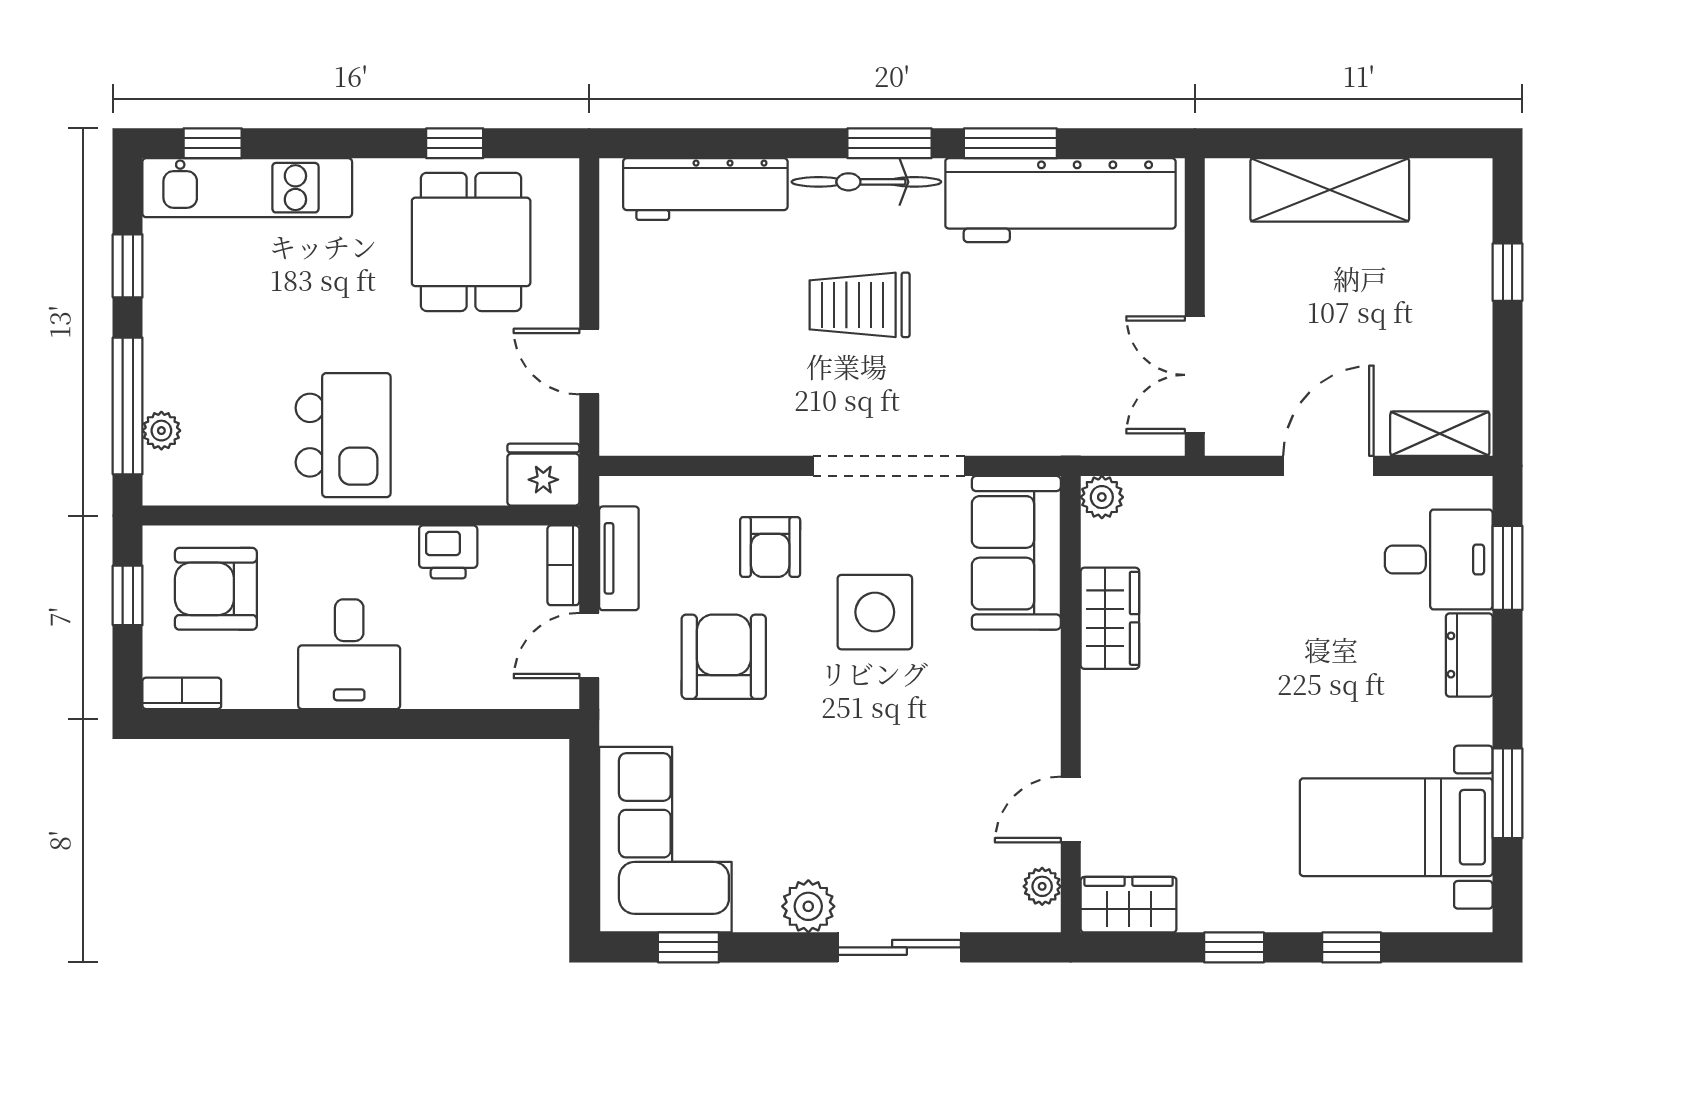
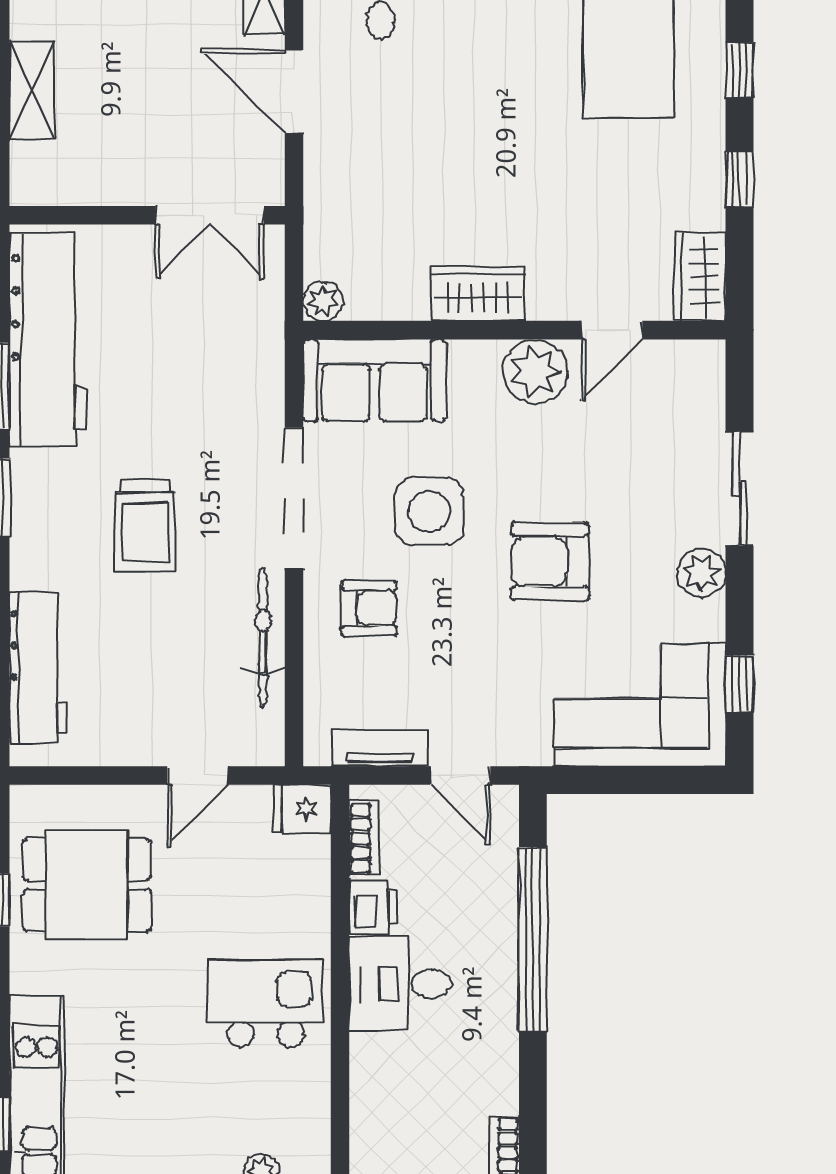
bicycle: (866, 182) -> (263, 637), moved, turned 180
shelving: (1330, 190) -> (31, 90), width x0.67, depth x0.75
fridge: (543, 475) -> (302, 809), width x0.72
bookcase: (563, 565) -> (364, 839), moved, turned -90
armchair: (216, 589) -> (408, 1121), removed
wardrobe: (1110, 618) -> (478, 294), moved
desk: (349, 654) -> (400, 984), moved, turned 180
armchair: (724, 657) -> (550, 562), moved
window: (412, 724) -> (533, 939), added
door: (1071, 809) -> (612, 330), hinge flipped
plant: (1042, 886) -> (535, 372), moved, width x1.87, depth x1.87

